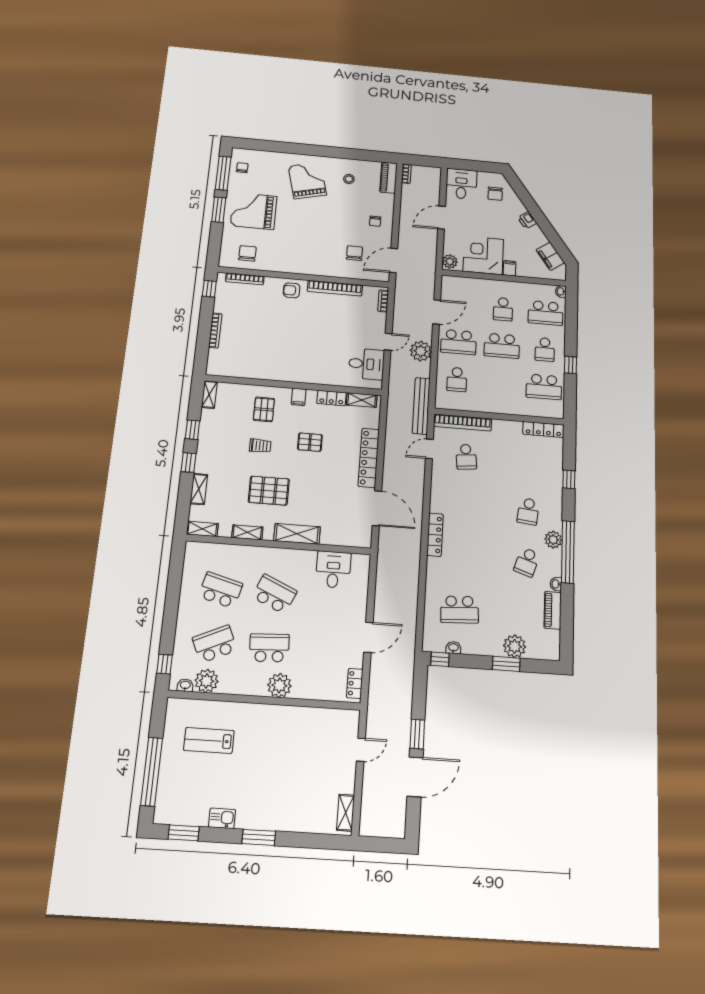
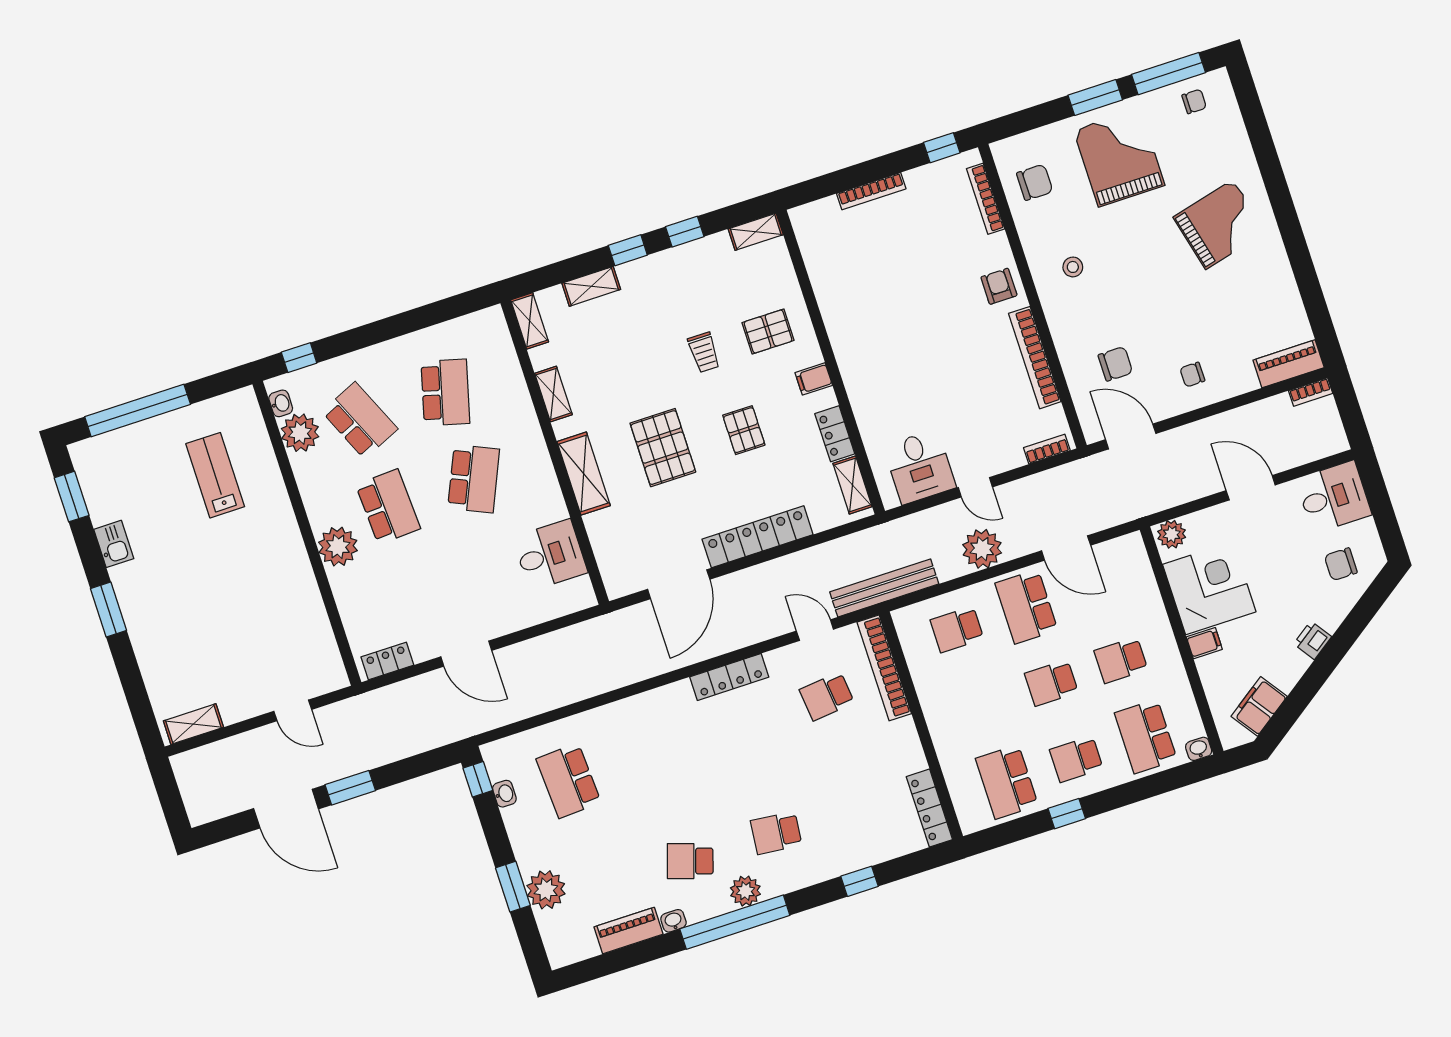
stool: (349, 179) -> (1073, 267), moved
school desk: (502, 346) -> (1051, 683), width x0.54
pallet: (269, 491) -> (663, 448), moved
locker: (435, 535) -> (729, 677), moved

